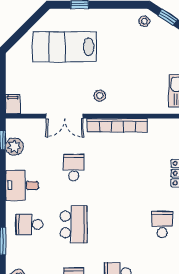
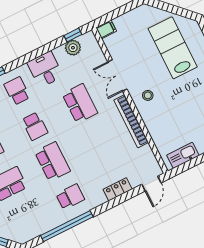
school desk: (74, 168) -> (80, 103), width x1.85
school desk: (74, 224) -> (35, 126), width x0.54
school desk: (118, 224) -> (52, 161), added

